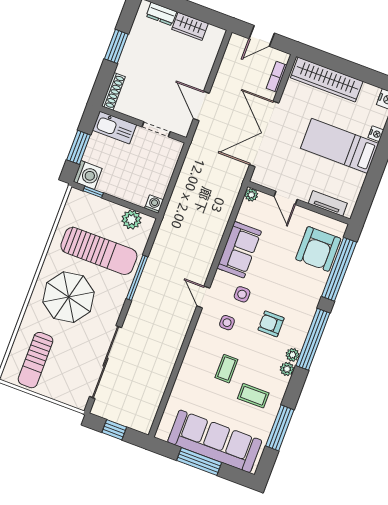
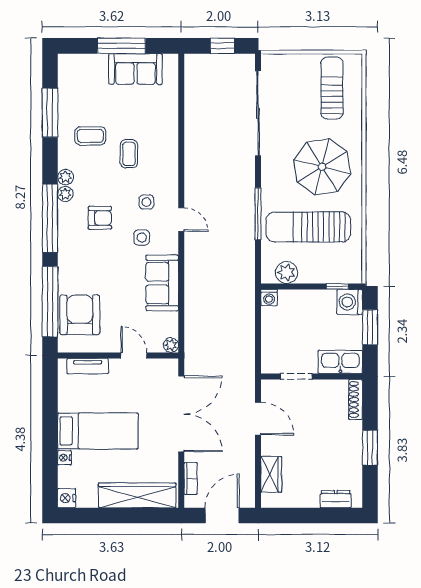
wardrobe: (190, 26) -> (271, 474), moved, turned 90
door: (262, 36) -> (222, 515), width x1.38
sofa: (215, 441) -> (135, 69), width x0.54, depth x0.79

